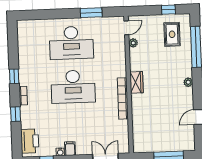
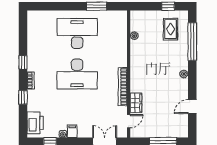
door: (126, 28) -> (129, 121), moved
desk: (71, 43) -> (77, 33), turned 180
wardrobe: (136, 82) -> (136, 103), moved

